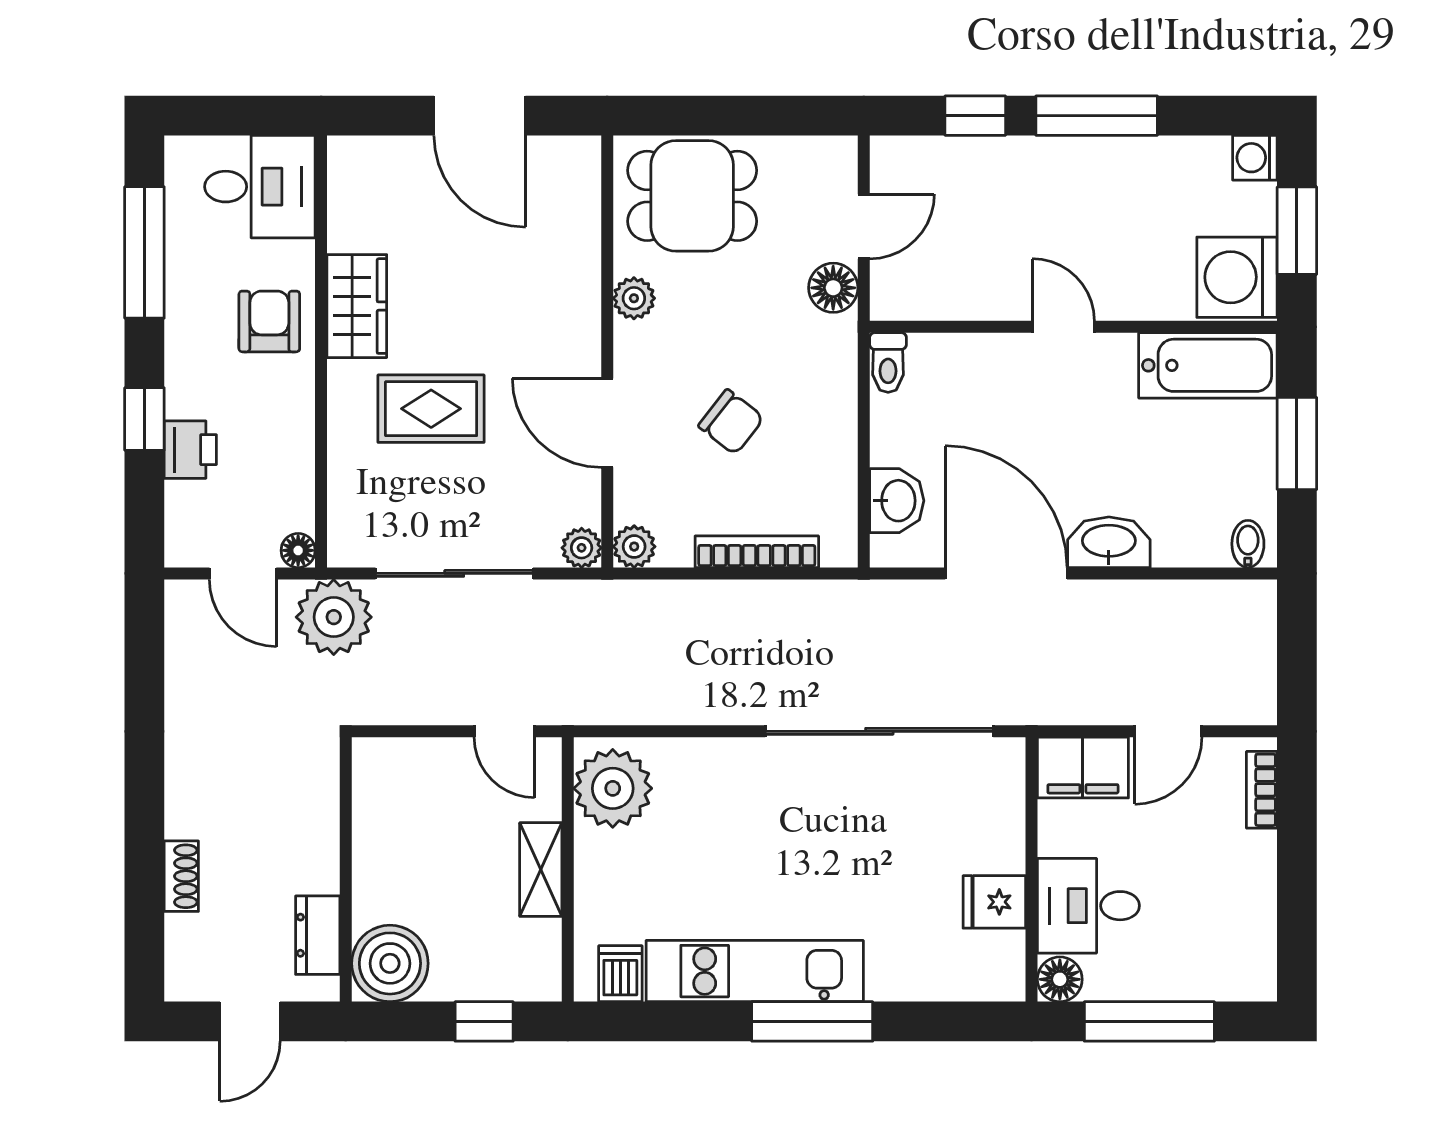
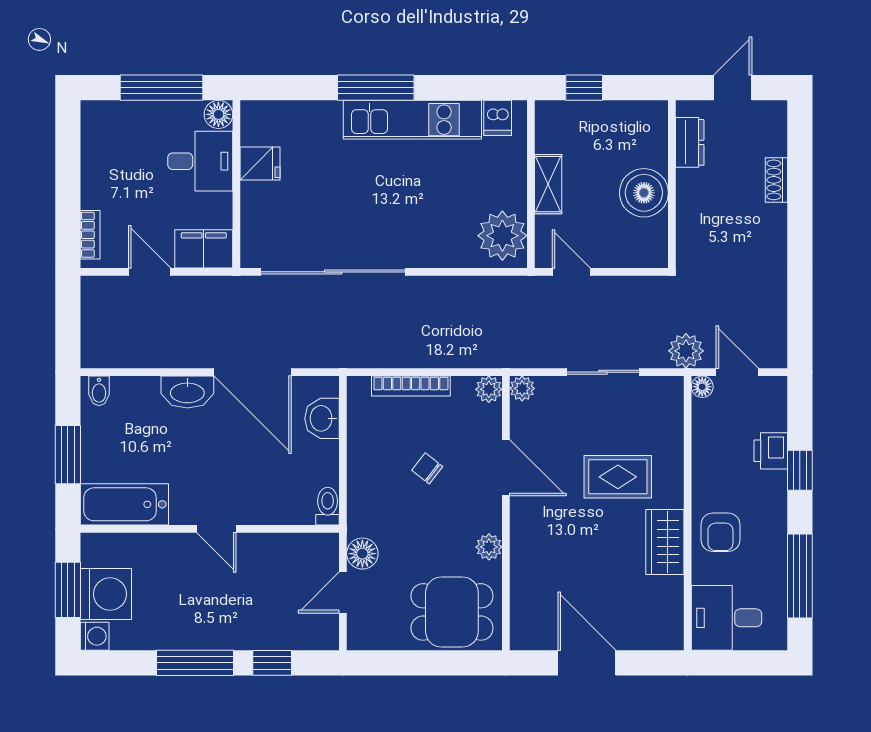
washing machine: (1237, 277) -> (106, 594), moved
chair: (731, 422) -> (427, 468), width x0.73, depth x0.73
sliding door: (454, 573) -> (603, 372), width x0.73
plant: (334, 617) -> (686, 351), width x0.73, depth x0.73
door: (1168, 731) -> (150, 272), hinge flipped
boiler: (390, 963) -> (644, 193), moved

